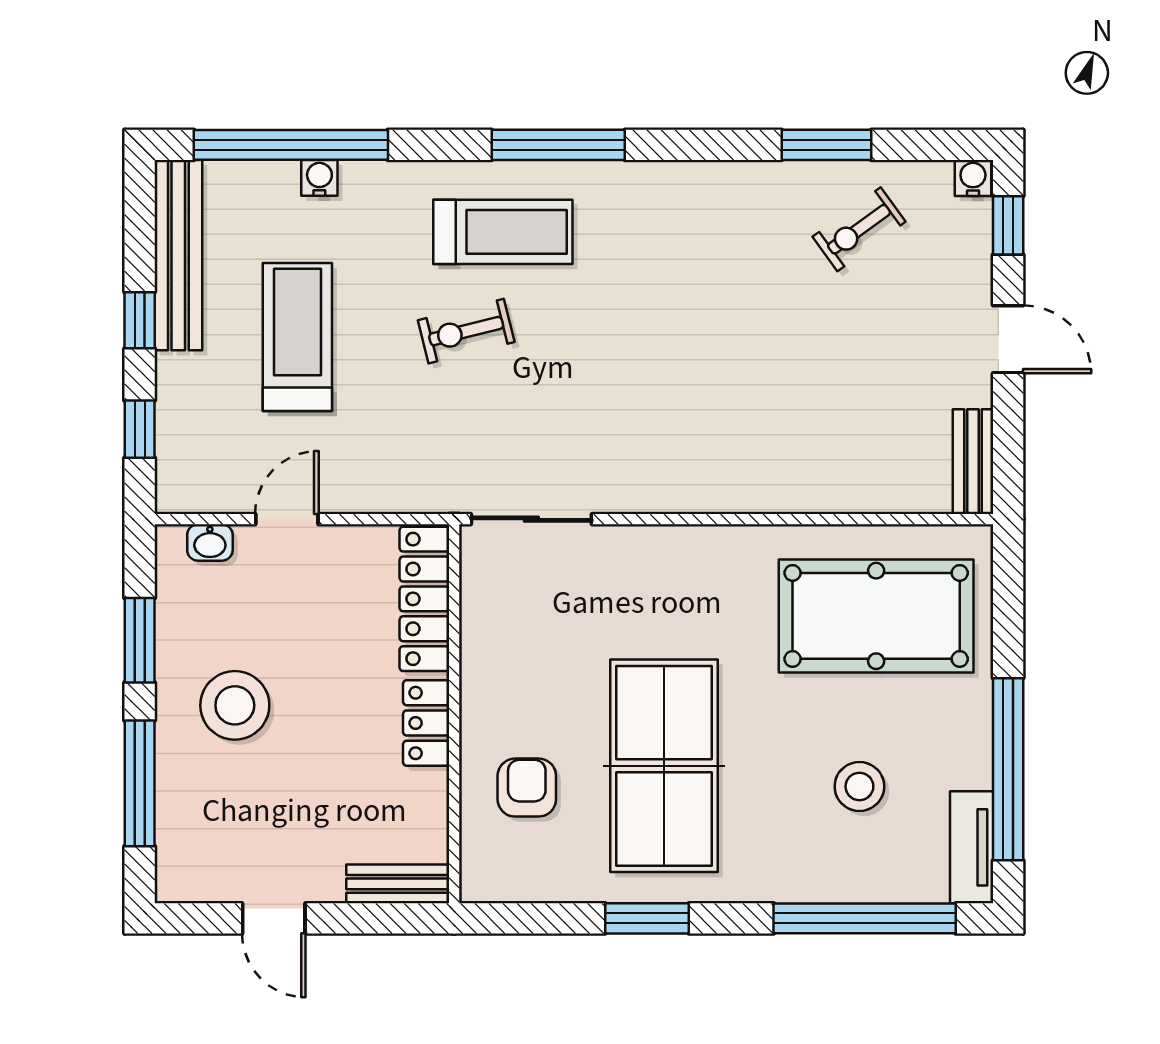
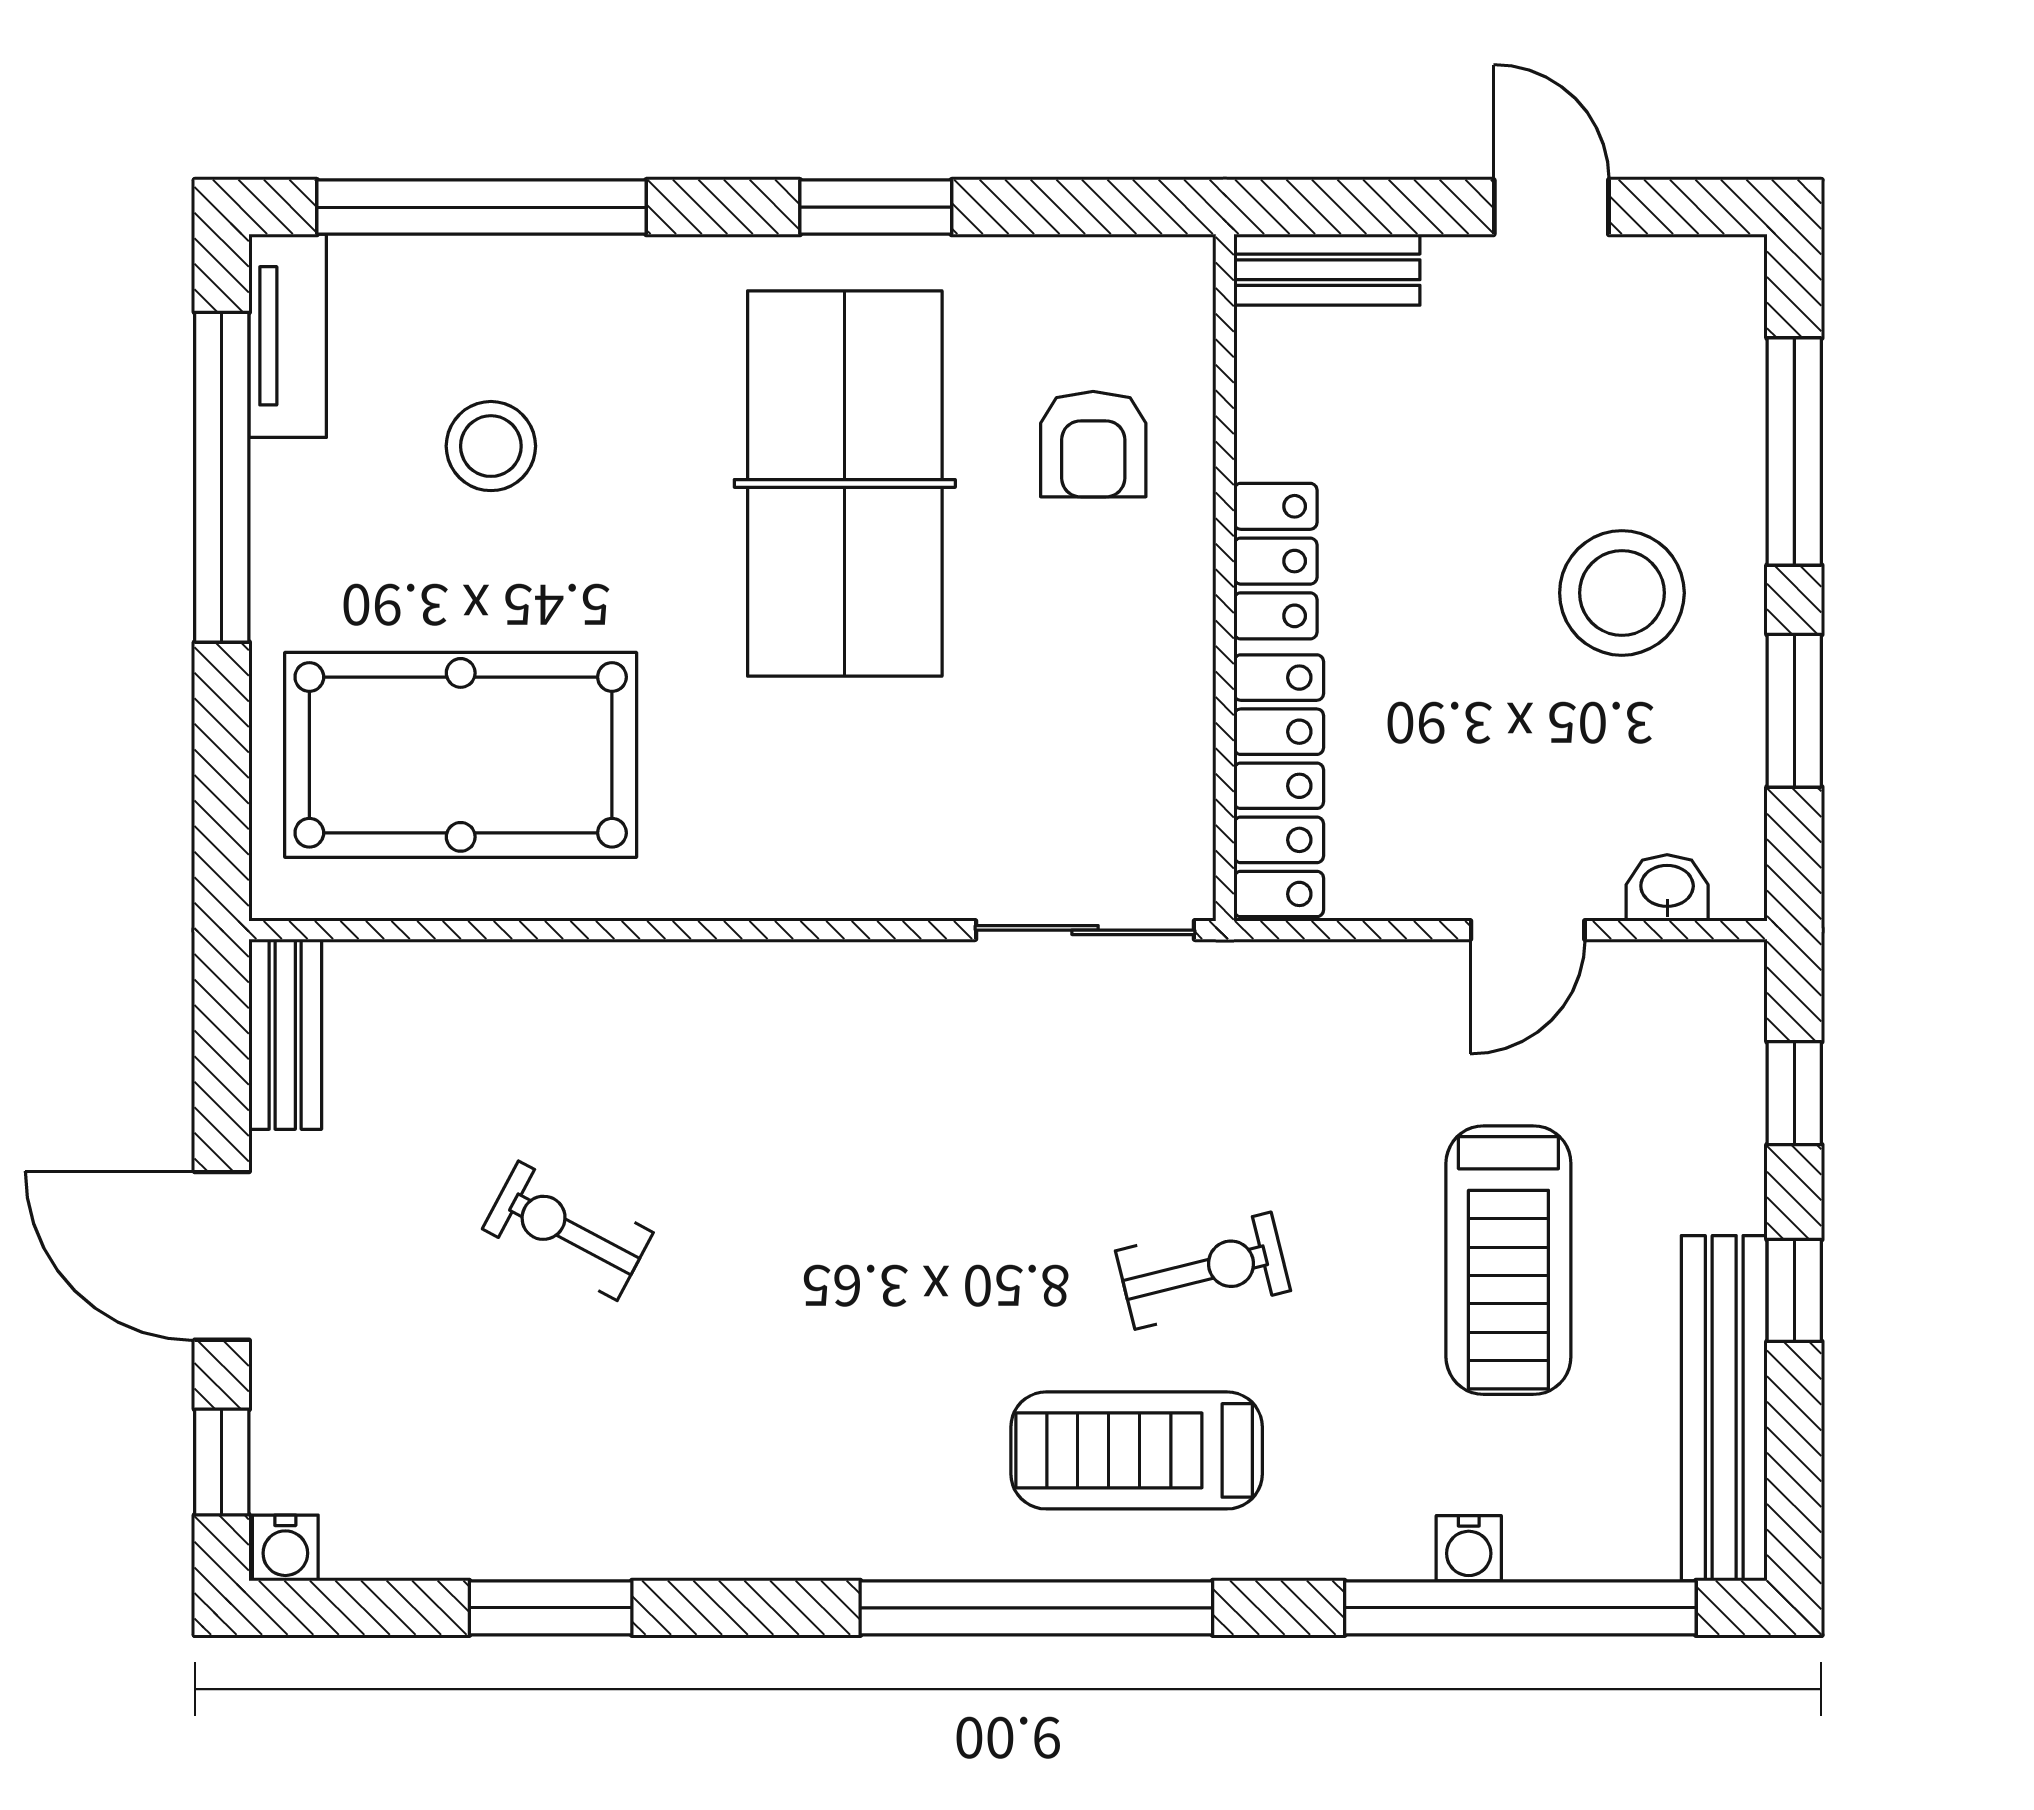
window: (558, 145) -> (1036, 1608), width x1.46
exercise bike: (859, 229) -> (568, 1231), moved, turned -116
door: (1008, 339) -> (222, 1256), width x1.38

